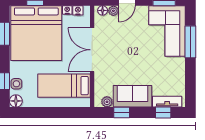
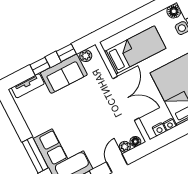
window: (163, 113) -> (40, 66), moved

